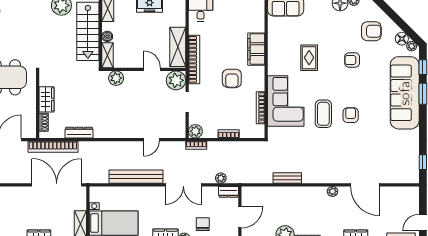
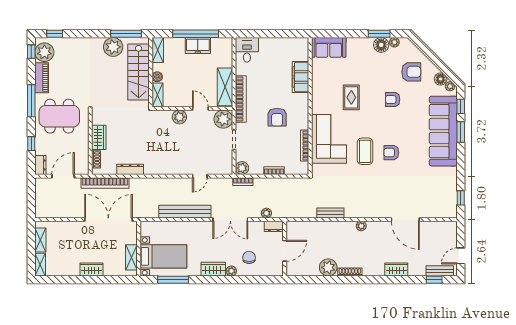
filing cabinet: (256, 49) -> (300, 77), moved
plant: (116, 78) -> (179, 117), moved
armchair: (351, 115) -> (391, 153), turned -90
plant: (332, 191) -> (361, 226), moved

